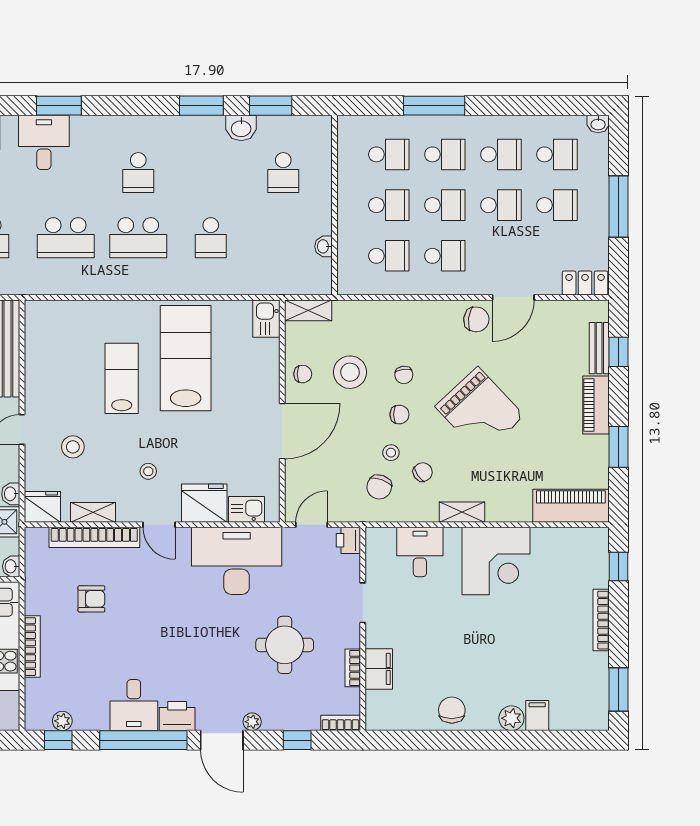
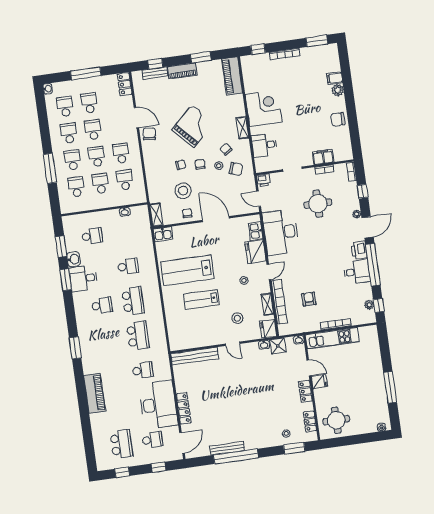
desk: (44, 142) -> (83, 278), moved

